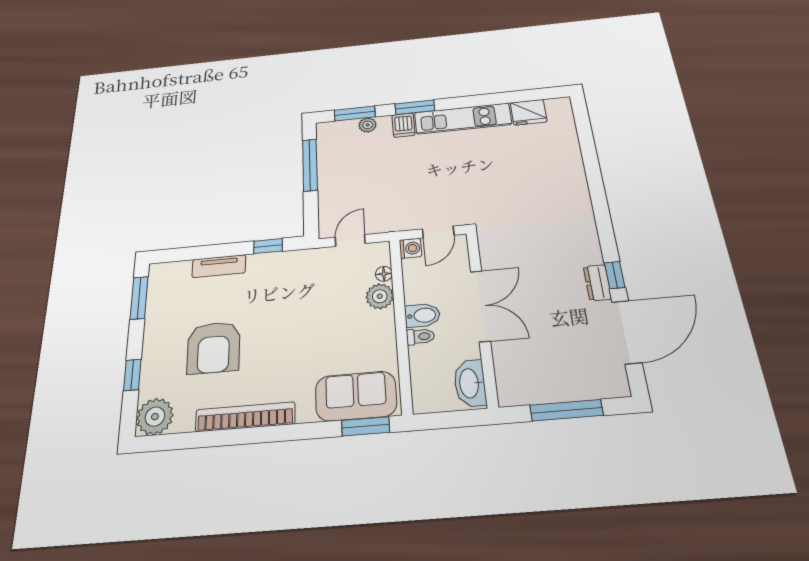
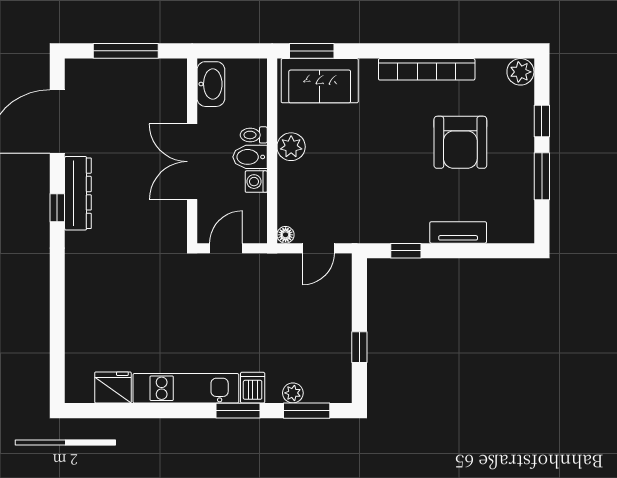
window: (310, 165) -> (359, 347), width x0.46
washing machine: (411, 248) -> (256, 182), moved
floor lamp: (384, 274) -> (286, 235), moved
window: (615, 275) -> (57, 208), moved
dresser: (597, 283) -> (78, 193), width x1.96, depth x1.24
plant: (380, 296) -> (291, 147), moved
window: (139, 298) -> (542, 176), moved
armchair: (214, 347) -> (460, 142), turned 180
plant: (155, 417) -> (520, 72), width x0.73, depth x0.73

